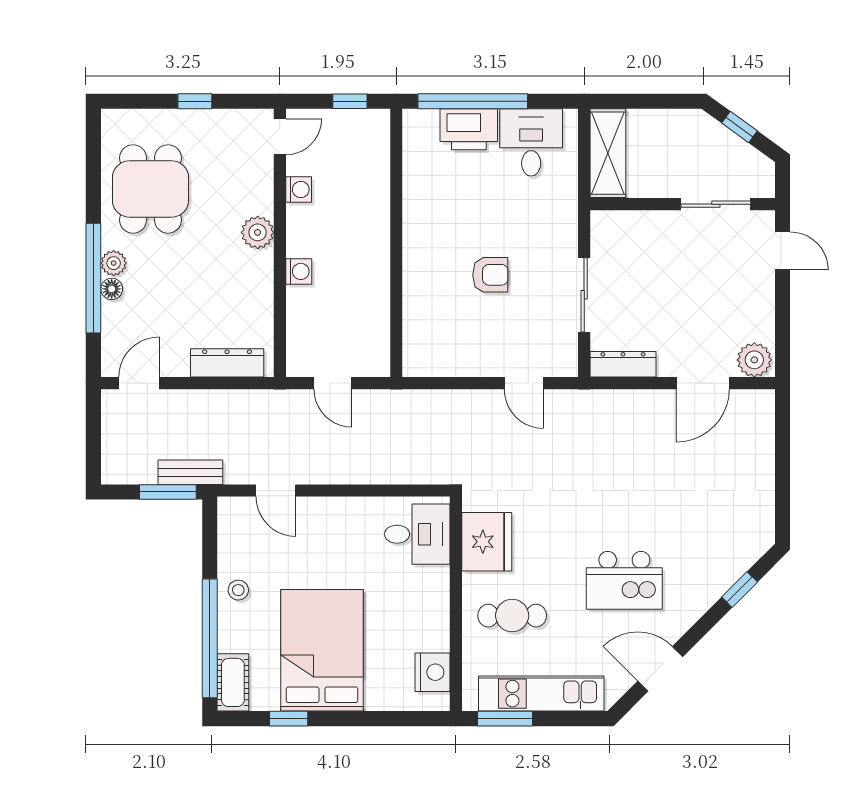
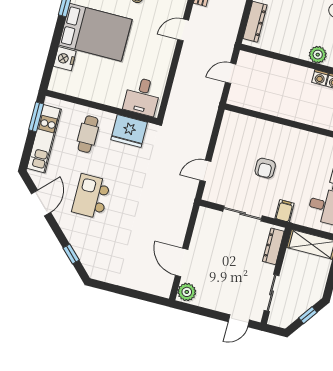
filing cabinet: (560, 219) -> (284, 211), added
washing machine: (299, 271) -> (320, 78), moved
dresser: (623, 364) -> (273, 246), moved, turned 180
nightstand: (433, 672) -> (65, 59), moved, turned 90

